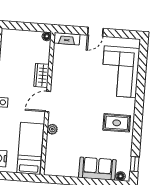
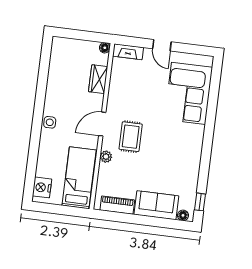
door: (95, 32) -> (162, 45), hinge flipped
wardrobe: (41, 75) -> (98, 79), moved
rug: (117, 123) -> (131, 137), moved, turned 90
piano: (64, 170) -> (117, 205), added

